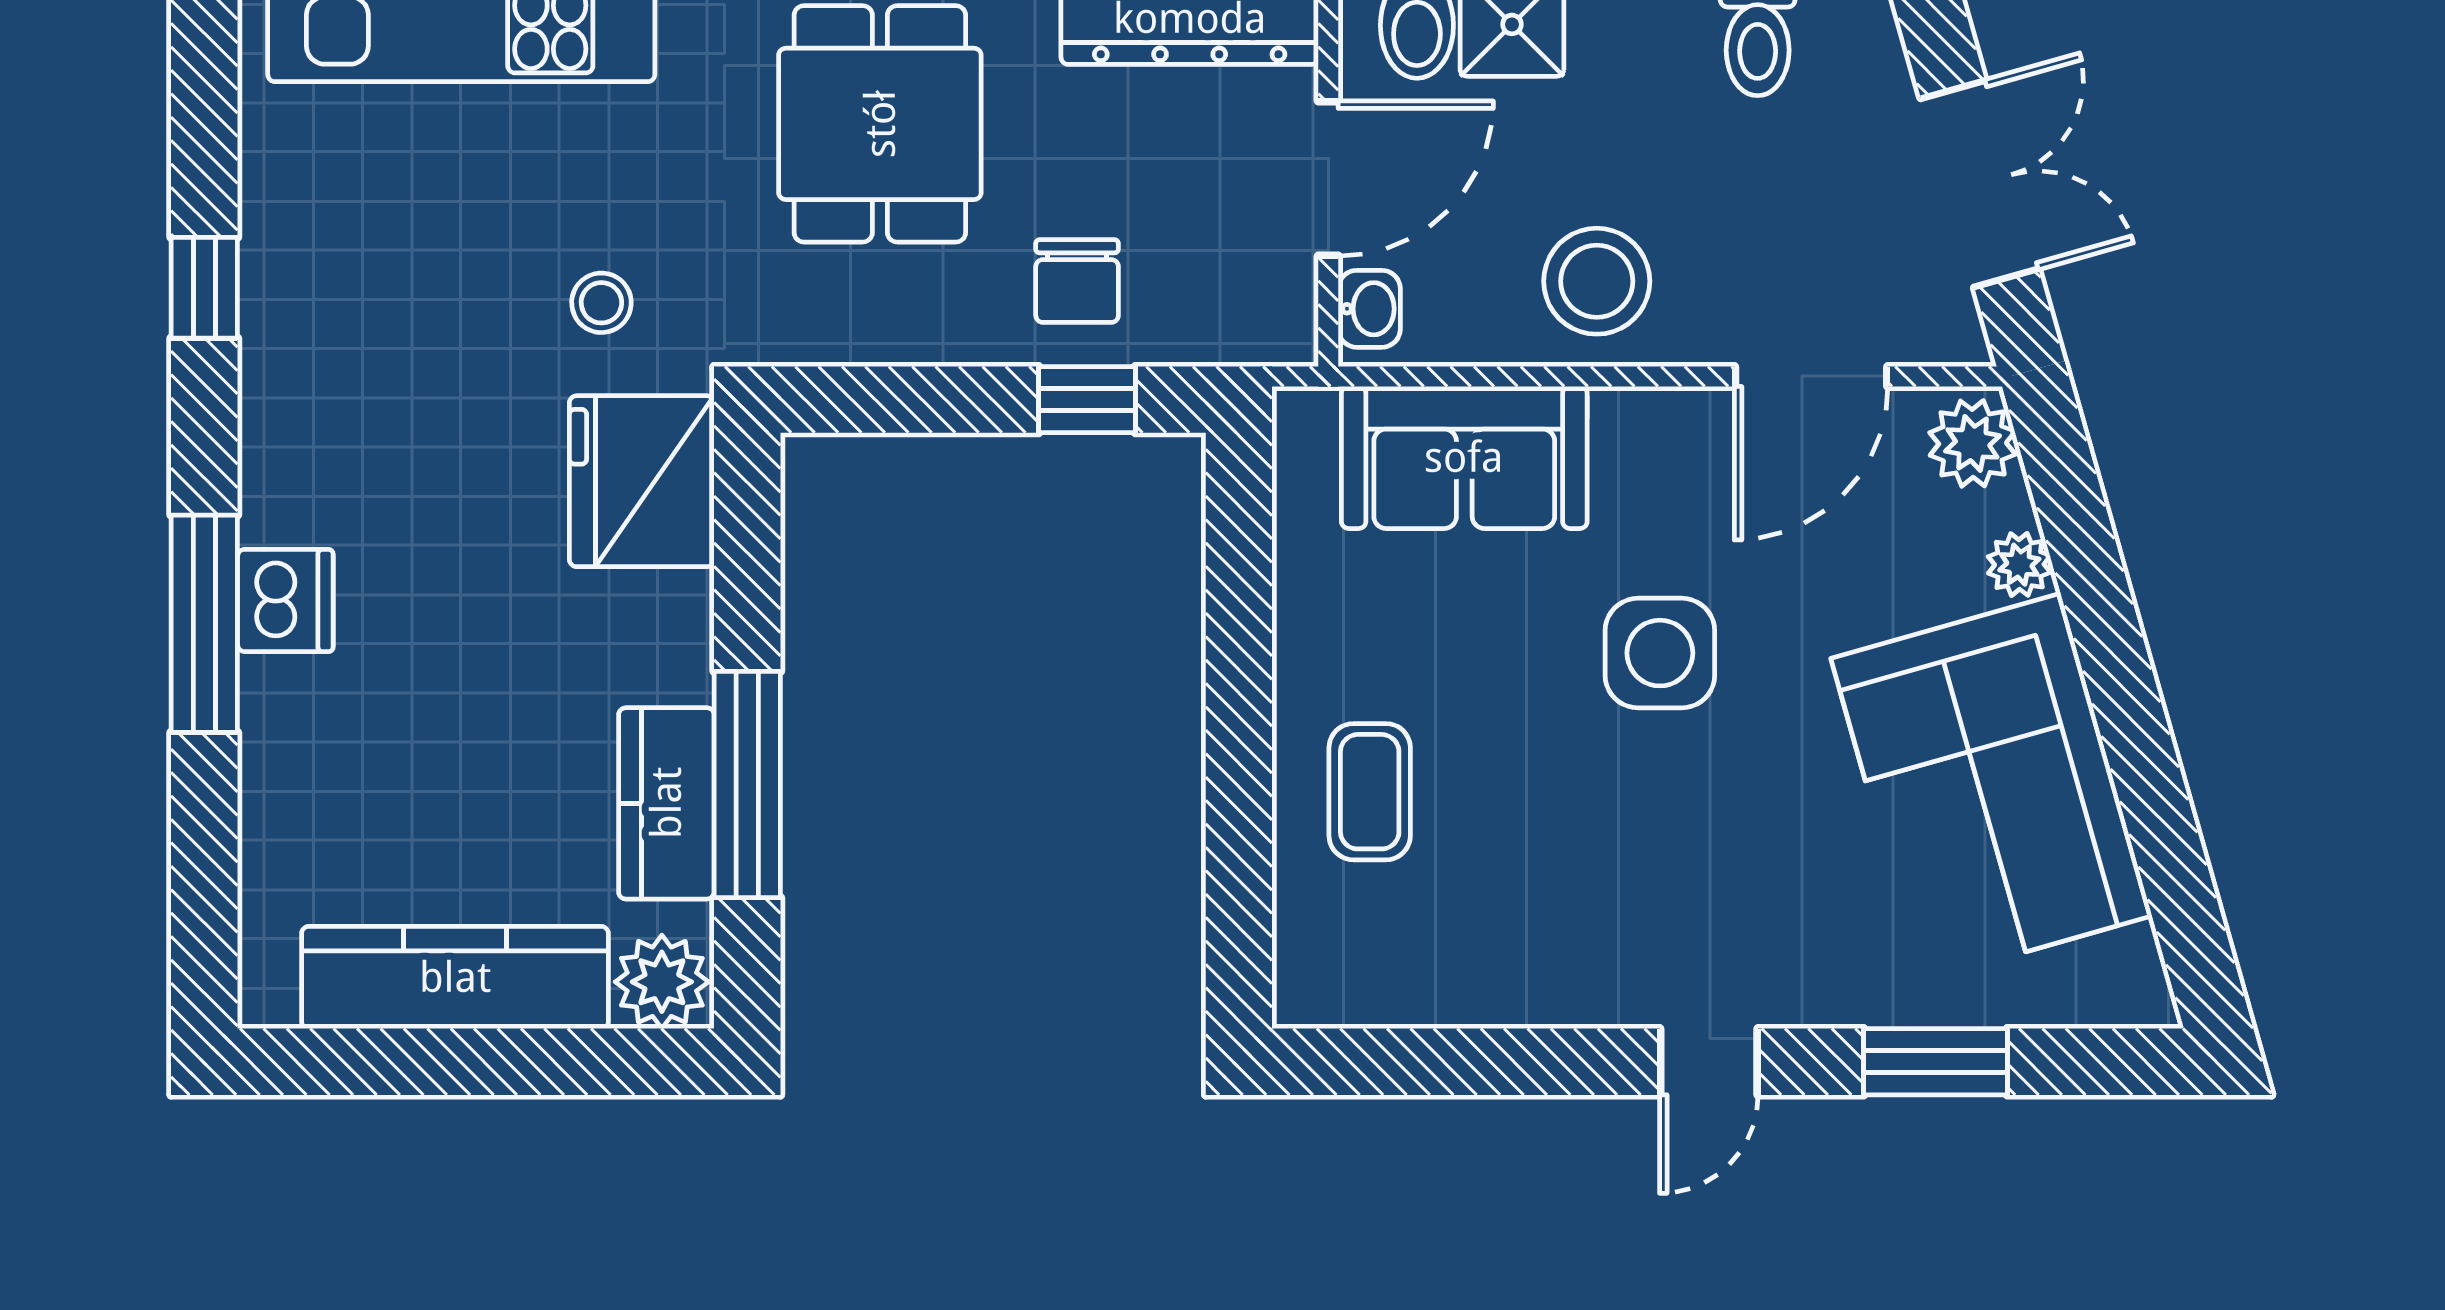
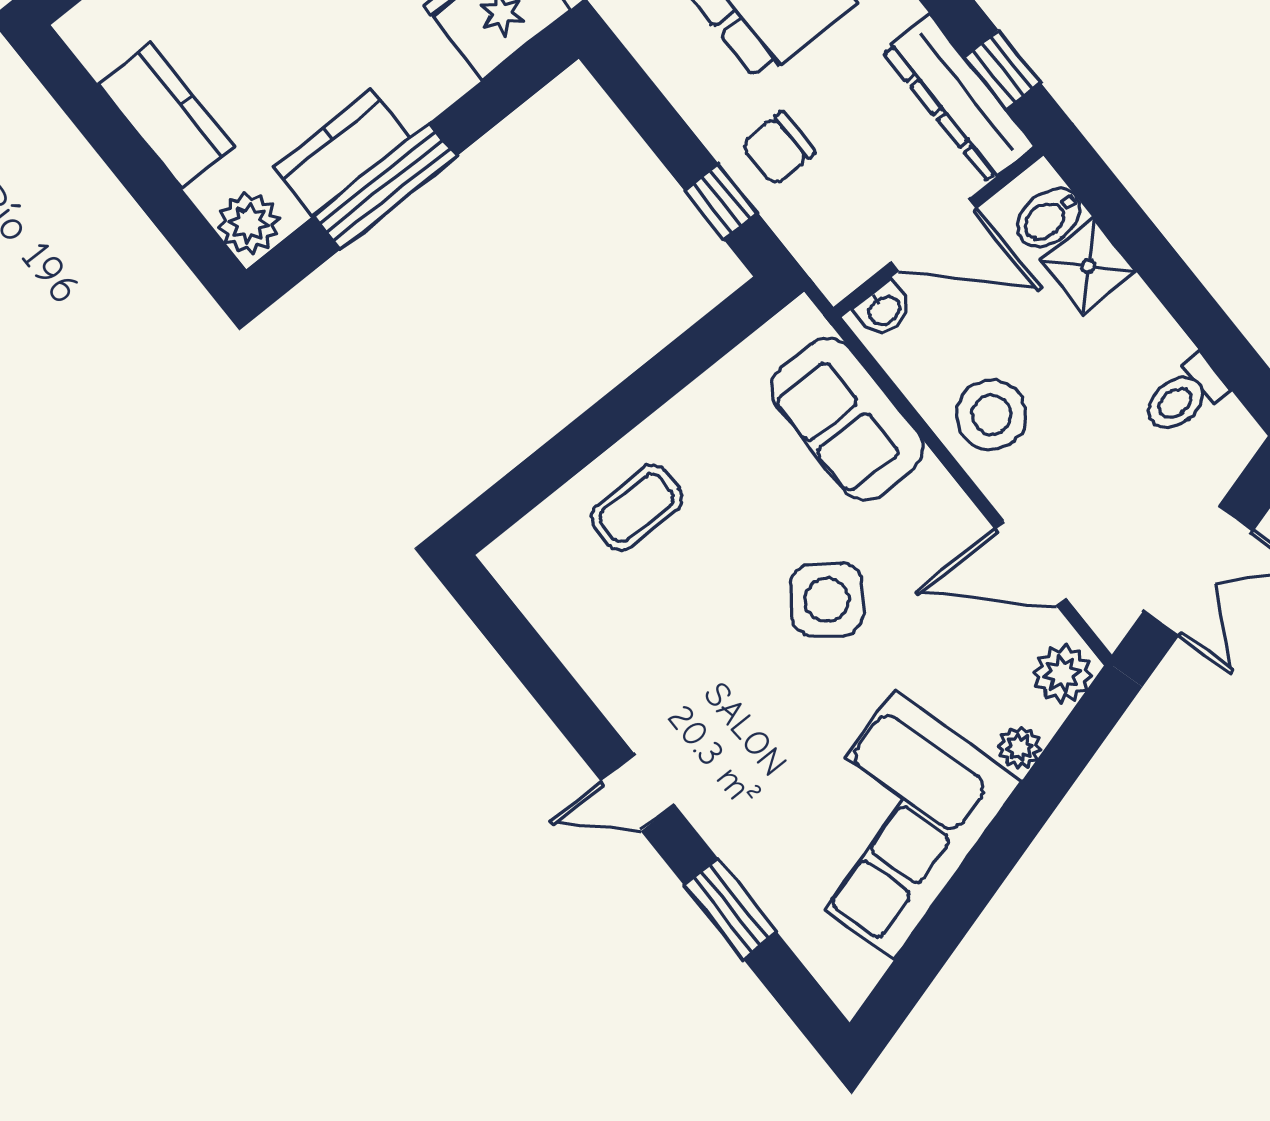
side table: (1660, 653) -> (827, 600), turned 37
kitchen counter: (455, 977) -> (166, 116), width x0.67

